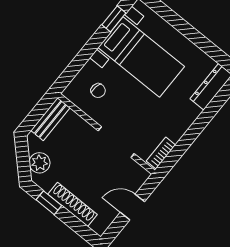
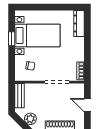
window: (114, 19) -> (12, 39), moved
door: (132, 207) -> (87, 105), hinge flipped

